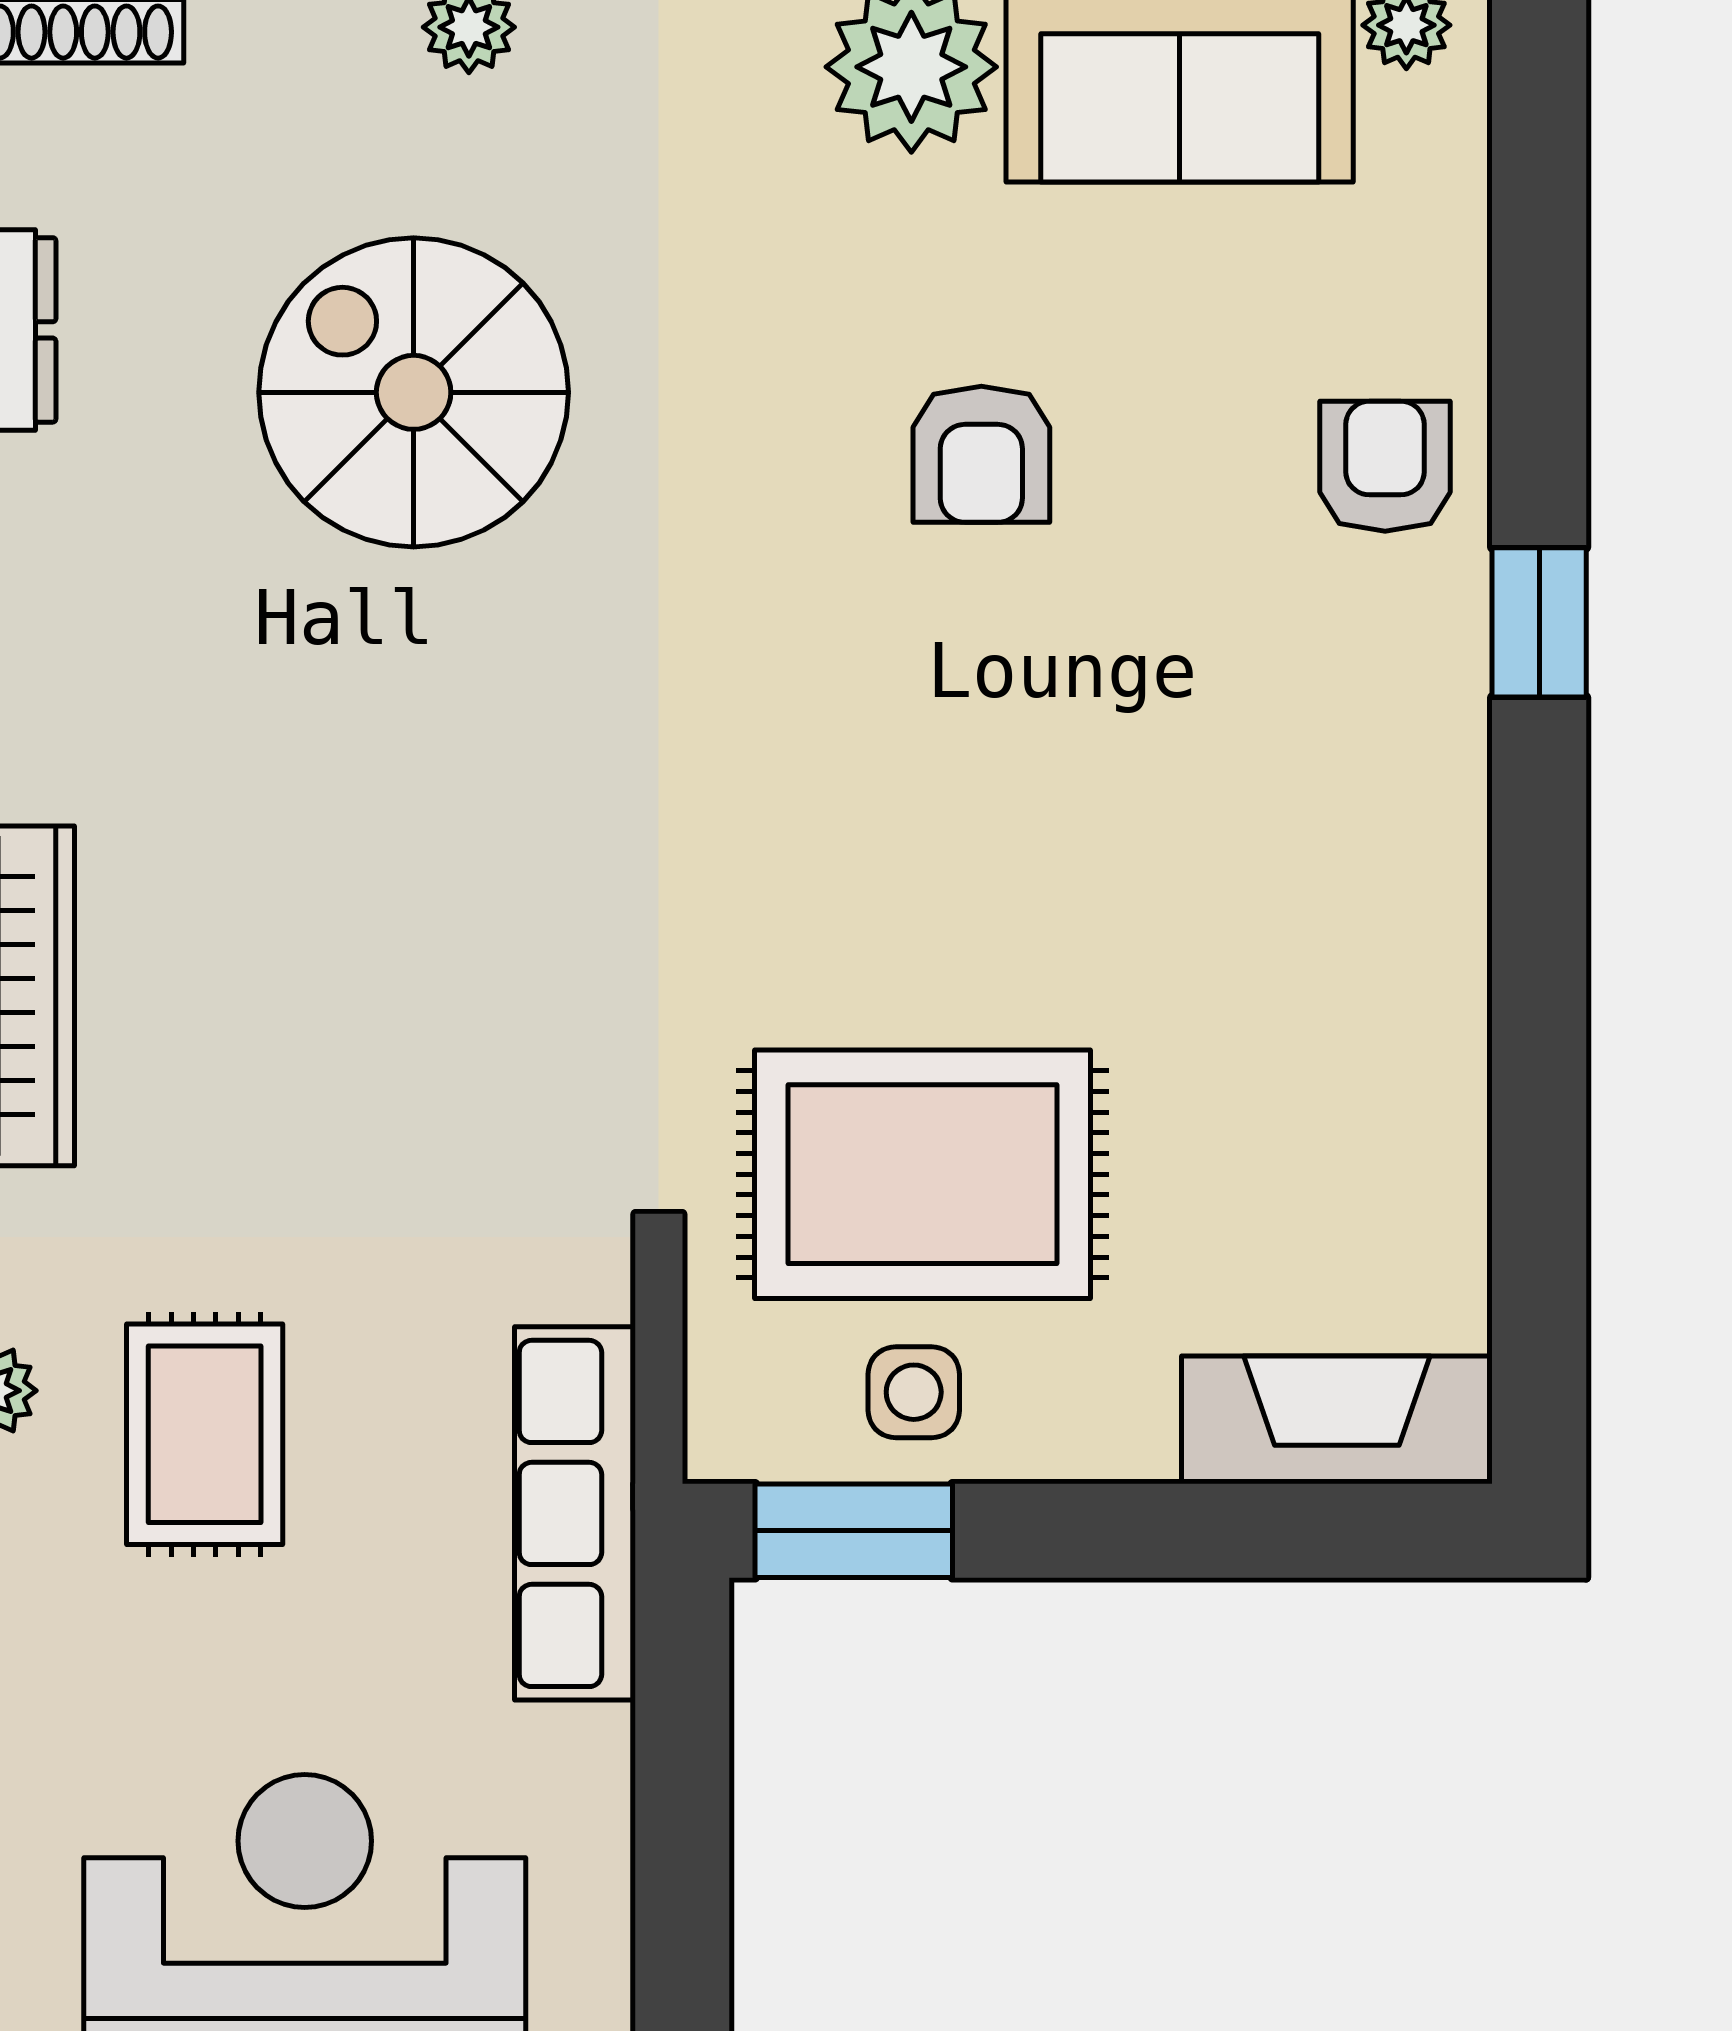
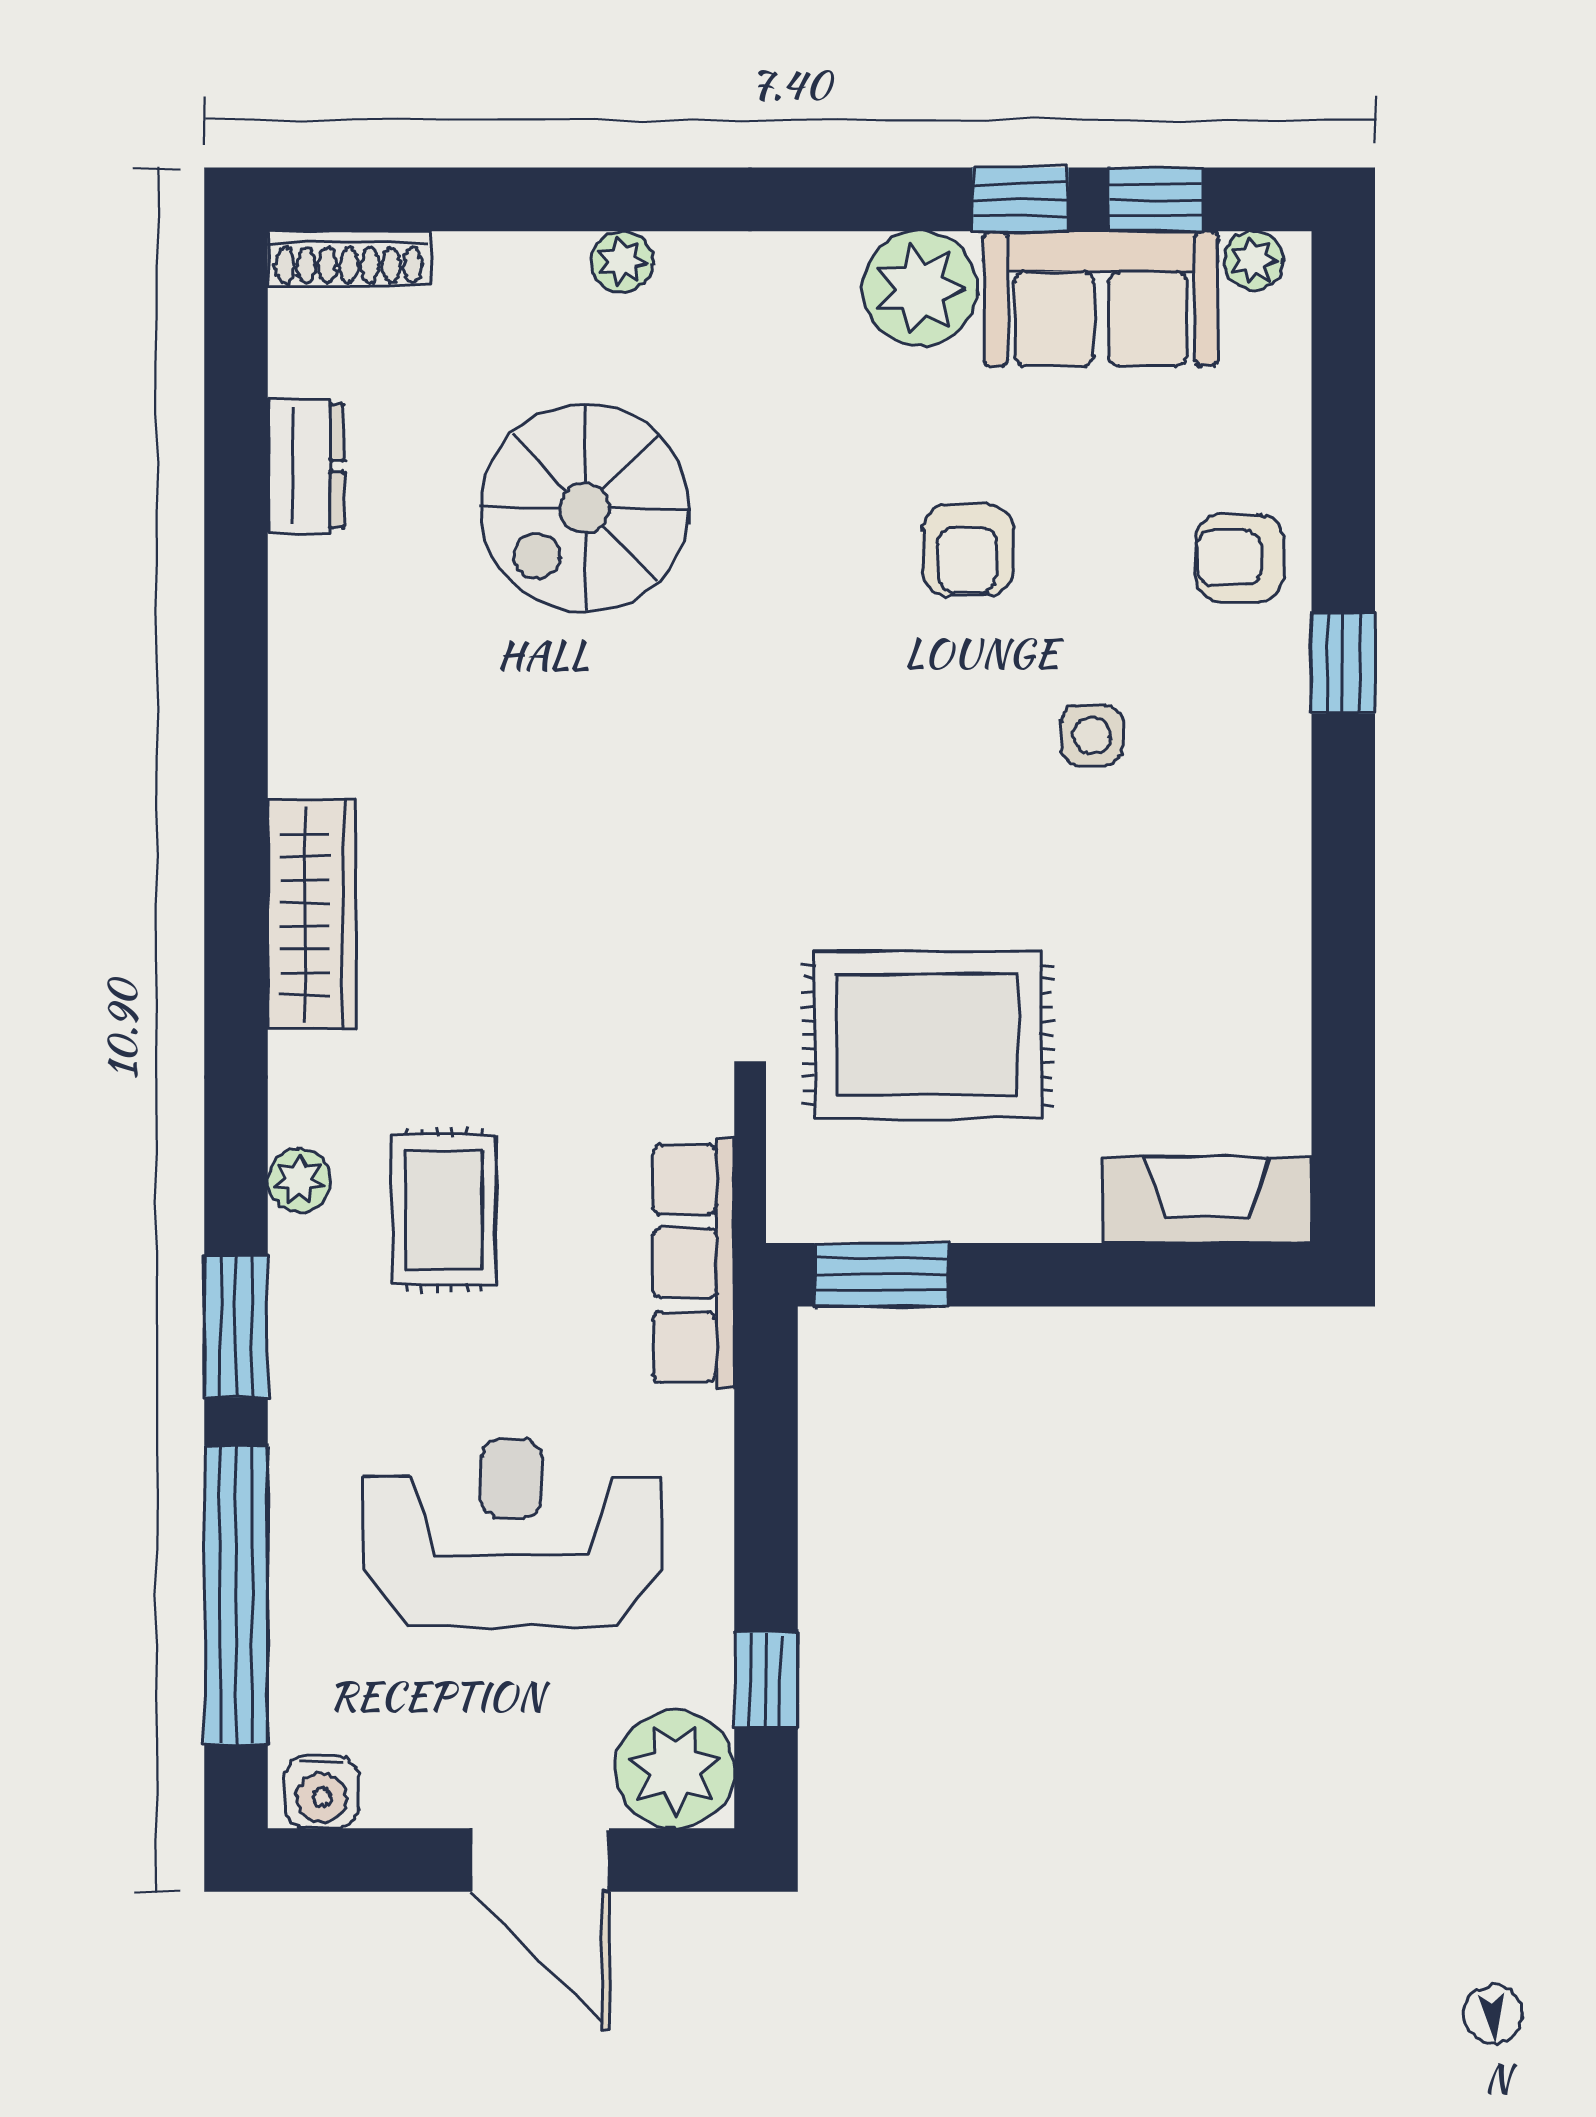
spiral stairs: (414, 392) -> (585, 508), turned -90
armchair: (1385, 466) -> (1239, 558), turned -90
side table: (914, 1392) -> (1092, 735), moved

